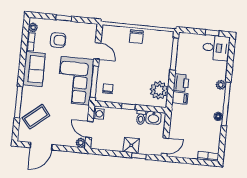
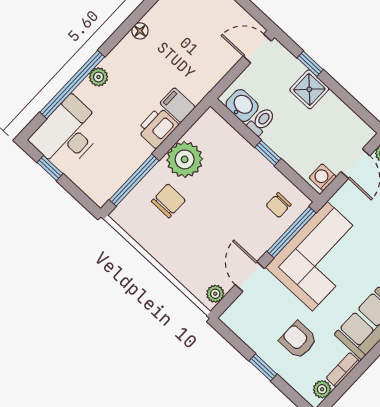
plant: (106, 33) -> (215, 294), added
chair: (136, 37) -> (168, 201), moved
desk: (216, 48) -> (68, 134), width x1.37
plant: (159, 90) -> (185, 159), moved
window: (226, 104) -> (72, 85), moved

